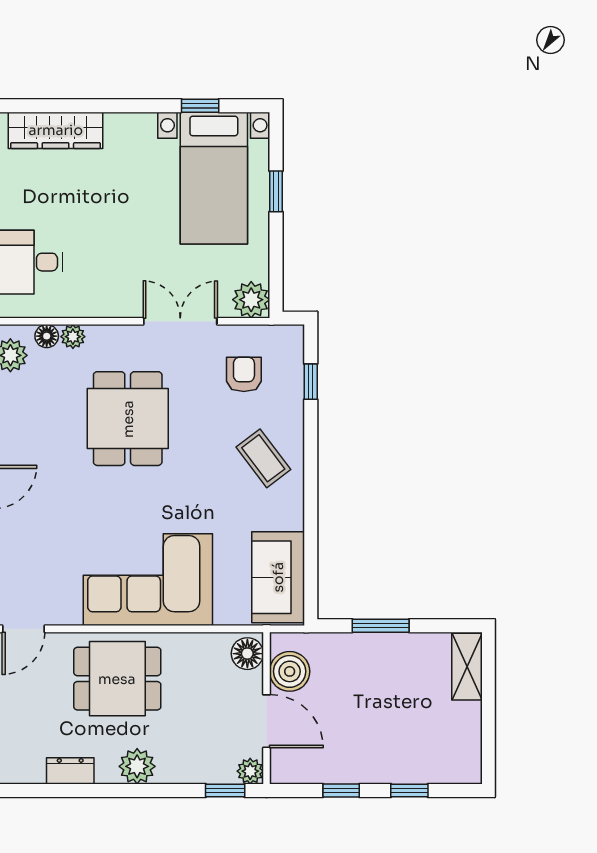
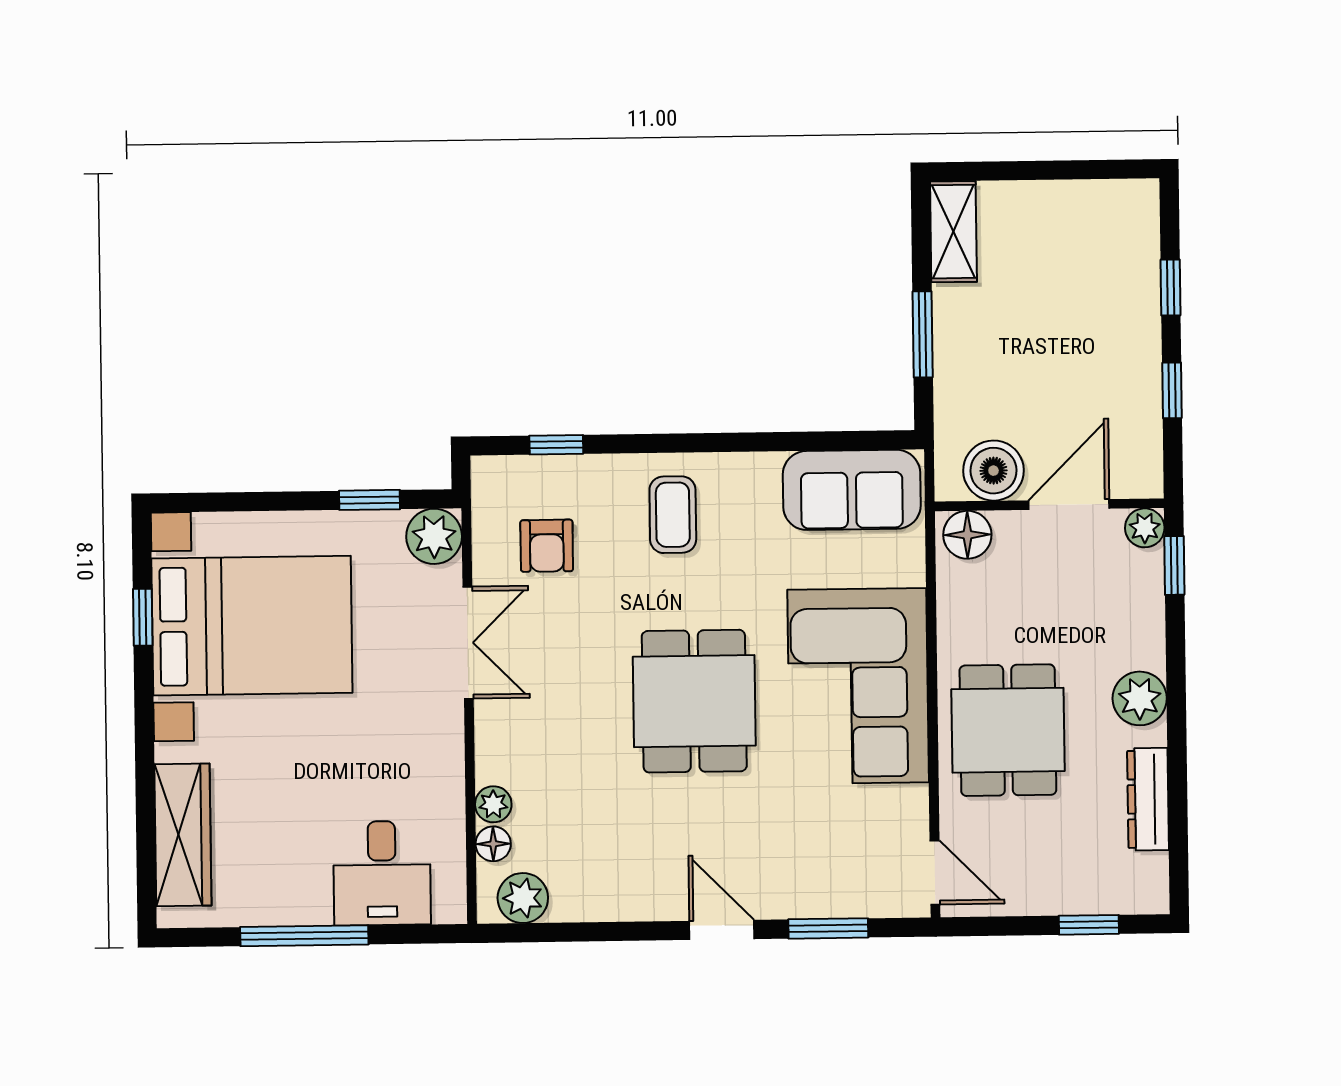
bed with nightstands: (214, 178) -> (252, 626), width x1.36
window: (276, 191) -> (369, 500), moved
double door: (180, 321) -> (468, 643), swing flipped
armchair: (244, 374) -> (547, 546), turned -90
dining table: (128, 419) -> (694, 701), moved, turned 90
coffee table: (263, 458) -> (673, 515), turned -53
shelving: (467, 667) -> (953, 232), moved, turned 90
dresser: (70, 771) -> (1148, 799), width x1.44

